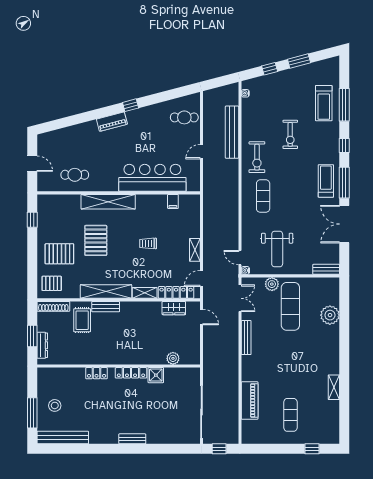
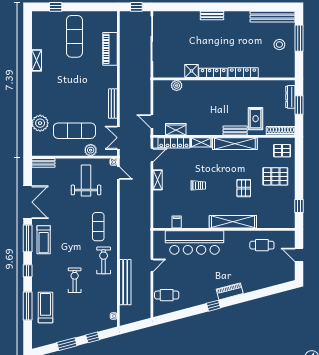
pallet: (96, 240) -> (244, 188), width x0.67, depth x0.71
exercise mat: (290, 306) -> (74, 131), turned 90
locker: (97, 373) -> (243, 73), width x1.53
exercise mat: (290, 415) -> (74, 36), width x1.36, depth x1.45

